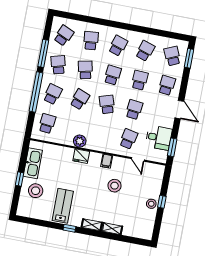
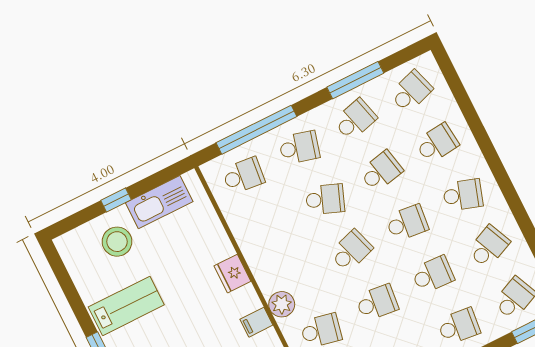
school desk: (64, 35) -> (411, 92), turned -42
school desk: (145, 51) -> (489, 247), turned -42
window: (36, 92) -> (256, 130), moved
plant: (80, 141) -> (282, 304), moved

